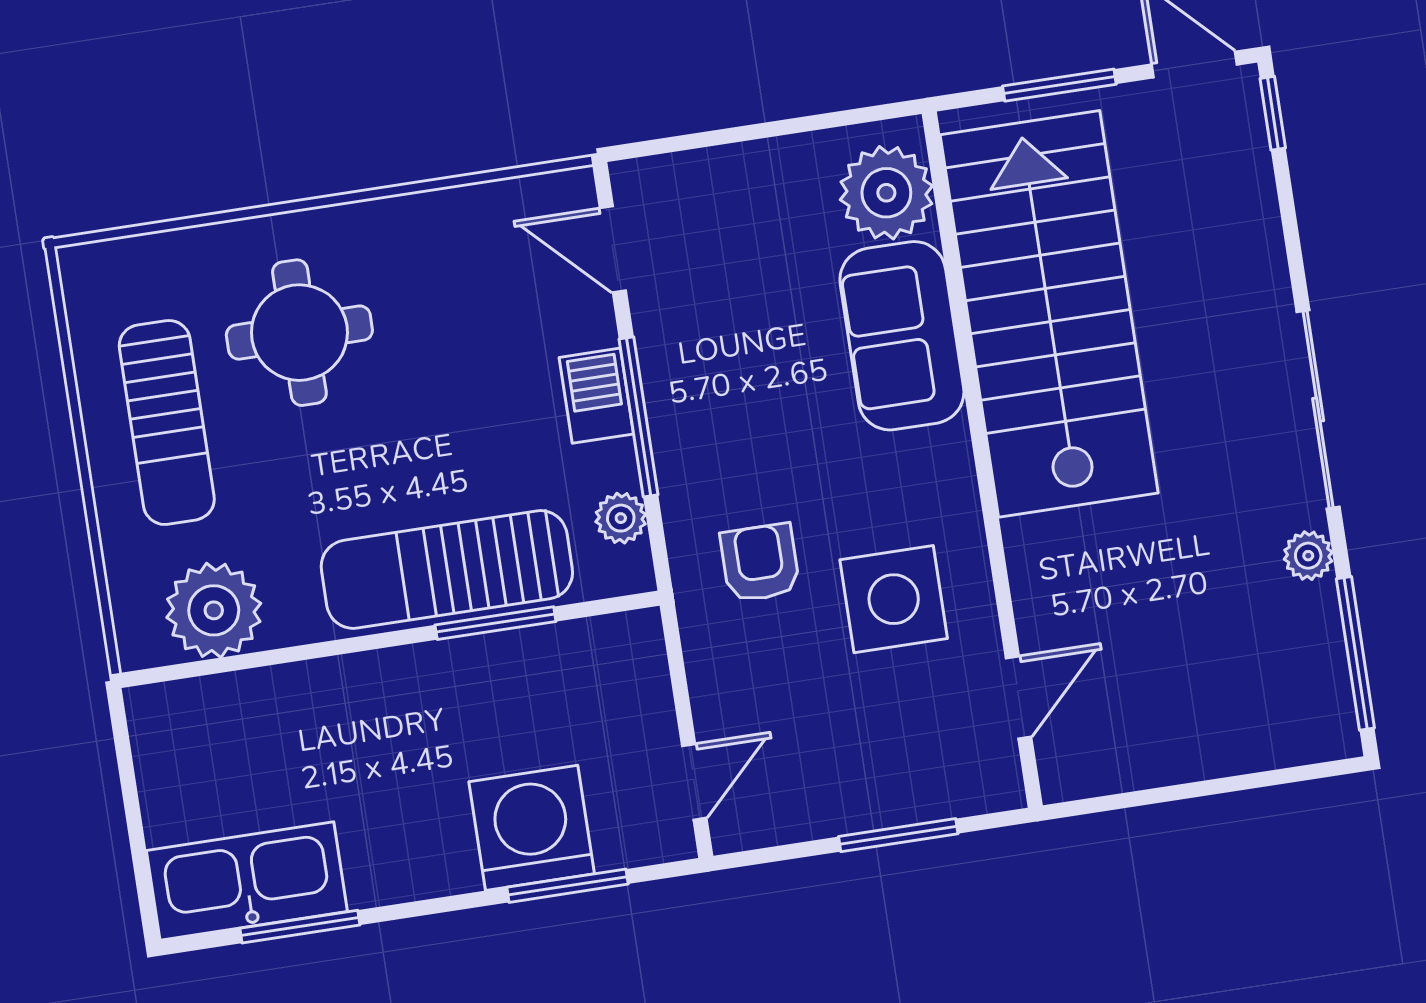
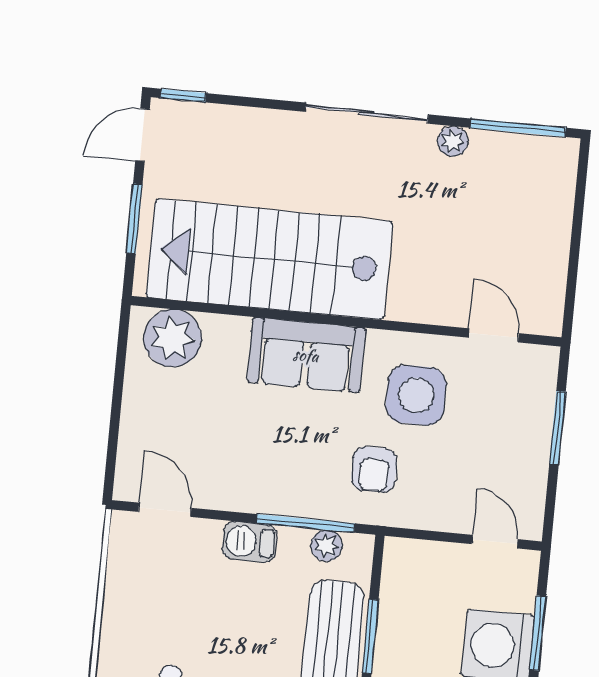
door: (613, 249) -> (165, 510), swing flipped
sofa: (902, 336) -> (306, 355), moved
window: (639, 417) -> (305, 523), moved
armchair: (760, 563) -> (374, 469), turned -90

